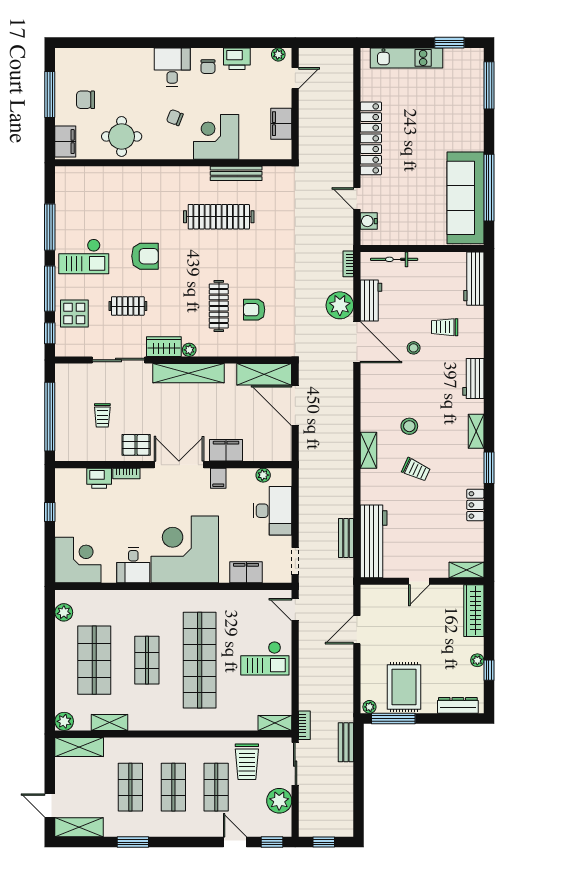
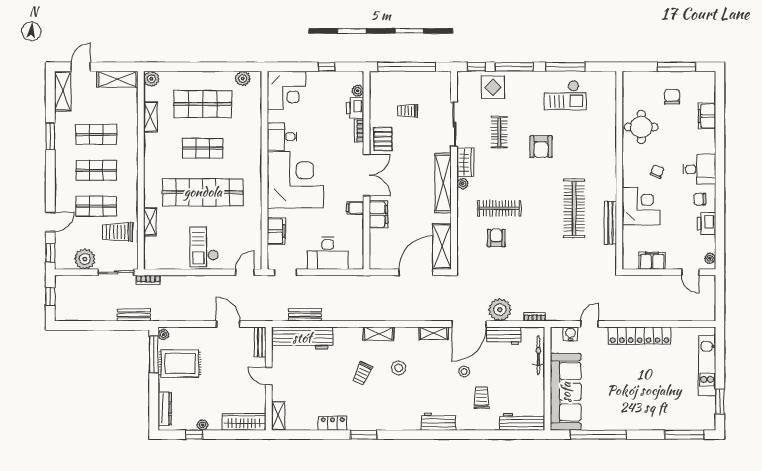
filing cabinet: (65, 142) -> (707, 116), moved, turned 90
sofa: (466, 198) -> (566, 392), moved, turned 90
checkout: (84, 256) -> (565, 95), moved, turned -90
shelving: (476, 431) -> (434, 333), moved
plant: (263, 475) -> (358, 91), moved
bench: (378, 592) -> (260, 342), added
shelving: (275, 723) -> (150, 222), moved
shelving: (79, 747) -> (117, 79), moved, turned 90

